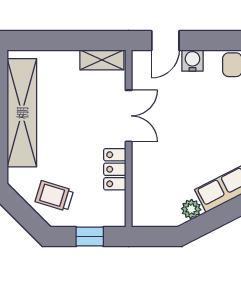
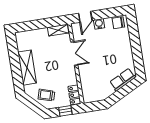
shelving: (22, 113) -> (27, 68), width x0.68
locker: (115, 169) -> (74, 95), moved
plant: (191, 209) -> (109, 91), removed

